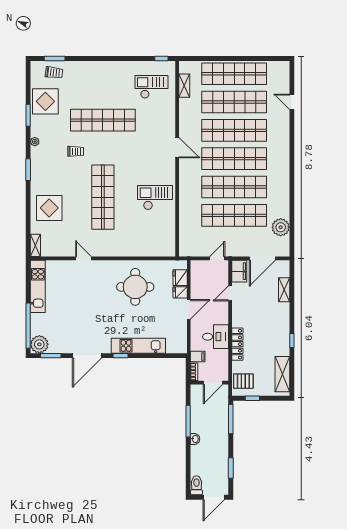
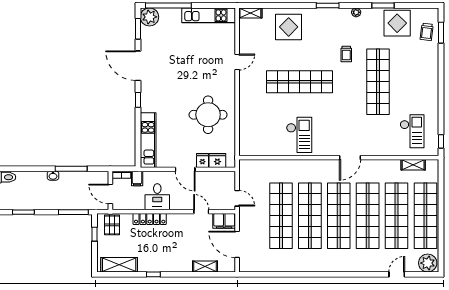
plant: (281, 227) -> (428, 263), moved
kitchen unit: (138, 346) -> (148, 140), moved

